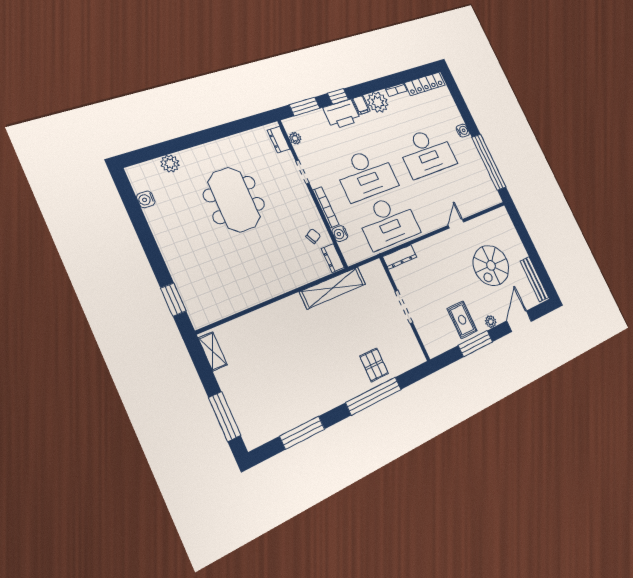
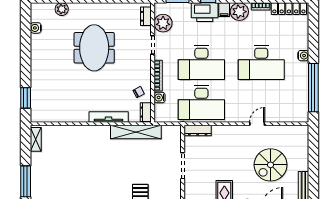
plant: (295, 138) -> (163, 23), width x1.87, depth x1.87
tv unit: (292, 282) -> (109, 117), added

